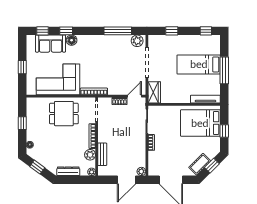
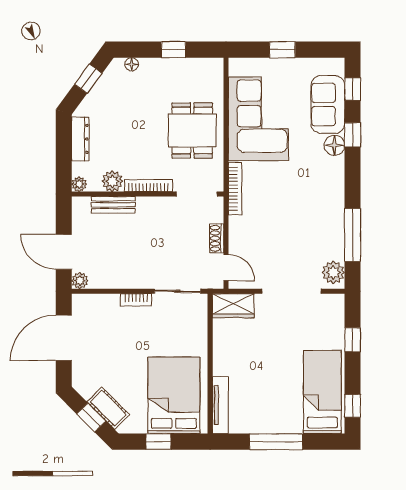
bed: (199, 64) -> (322, 392), moved
cot: (200, 164) -> (108, 408), moved

